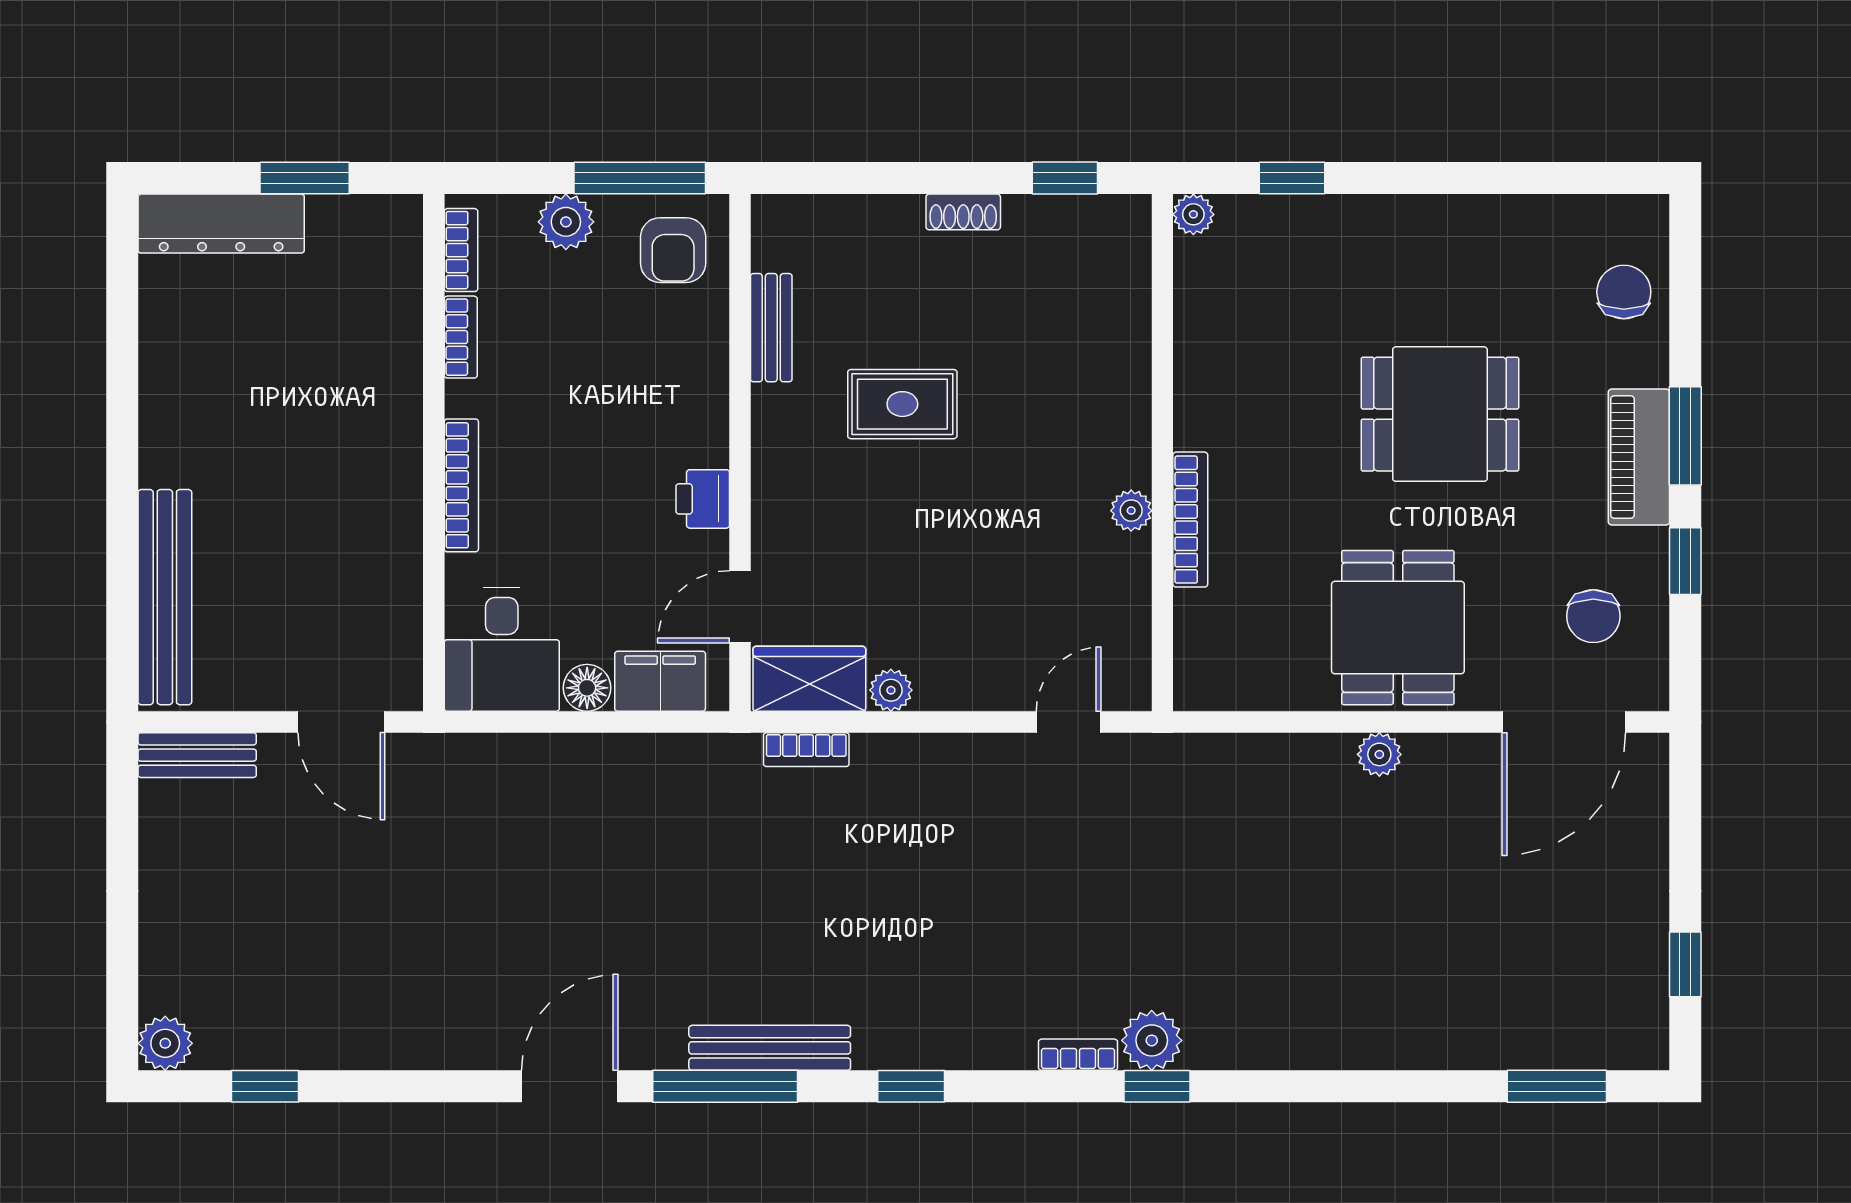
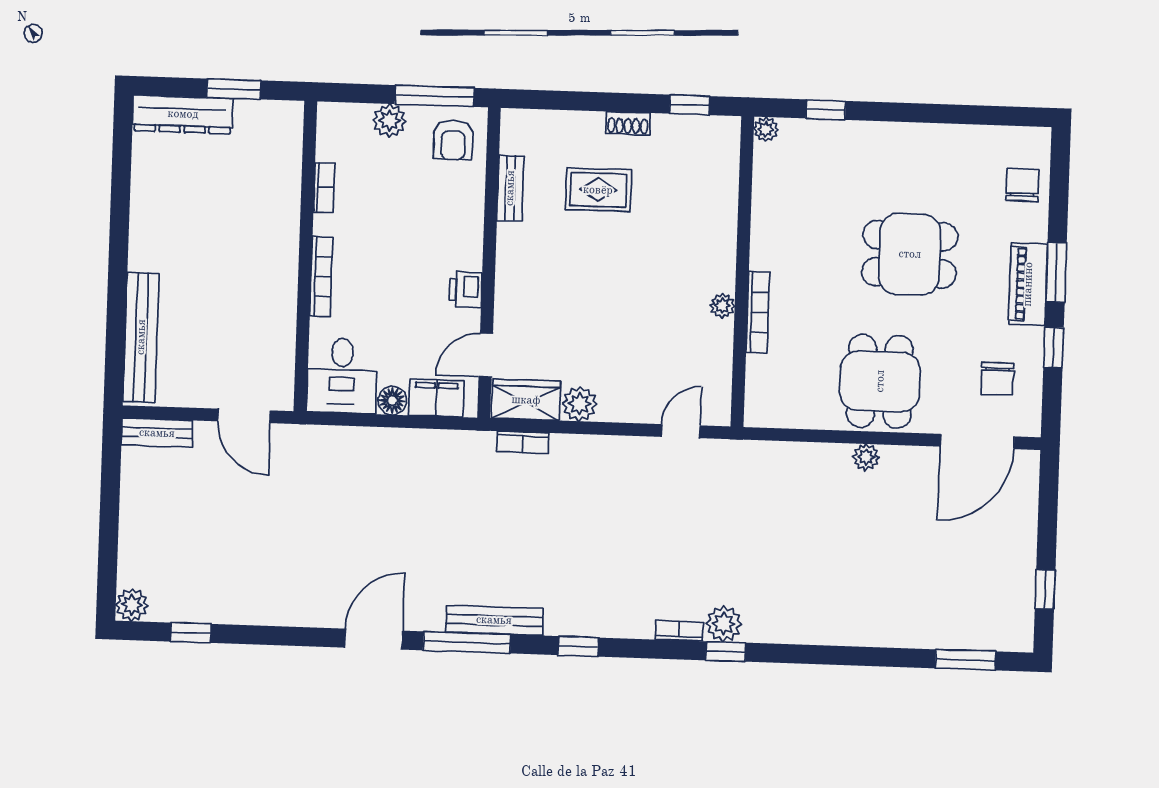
bookcase: (461, 250) -> (326, 135), removed
rug: (902, 404) -> (598, 190), moved
plant: (891, 690) -> (579, 404), width x1.38, depth x1.38

